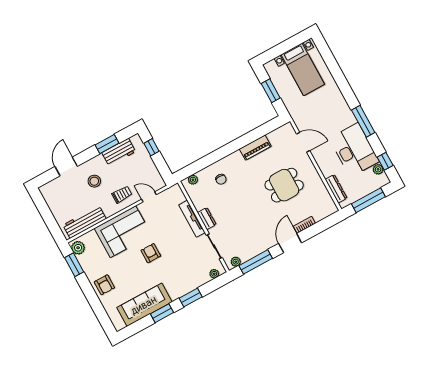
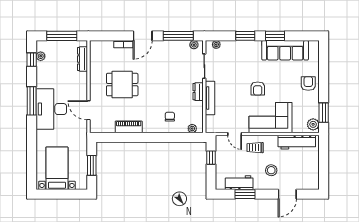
window: (152, 147) -> (211, 158), moved
desk: (354, 150) -> (51, 109), moved

